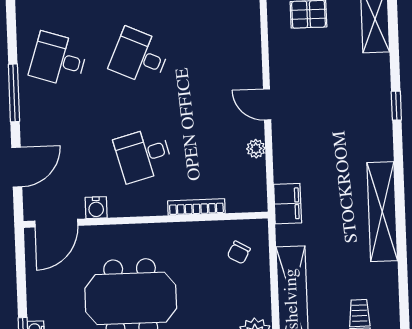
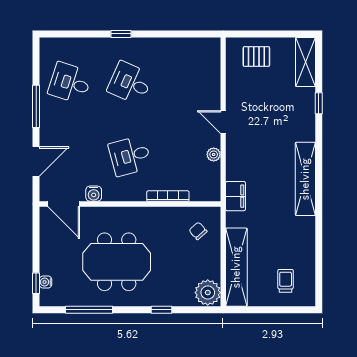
window: (396, 106) -> (319, 103), moved
shelving: (382, 212) -> (305, 179), moved
door: (56, 223) -> (64, 204), hinge flipped
chair: (239, 252) -> (198, 231), turned 109

